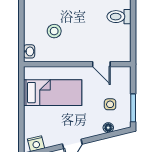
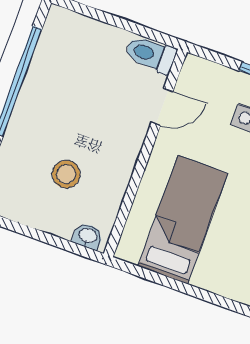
toilet: (119, 17) -> (151, 54), moved, turned 90

